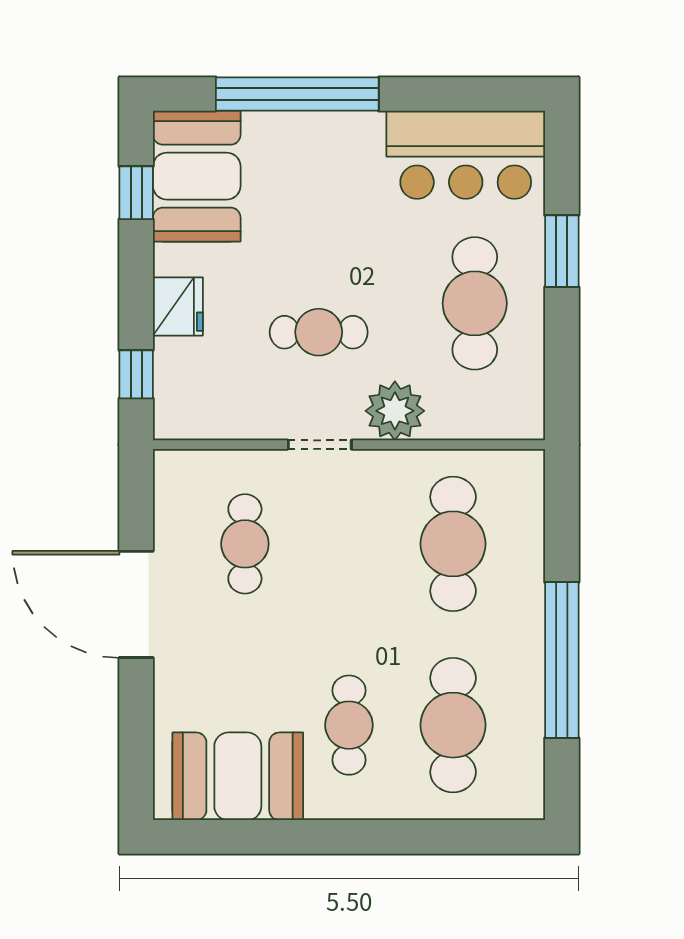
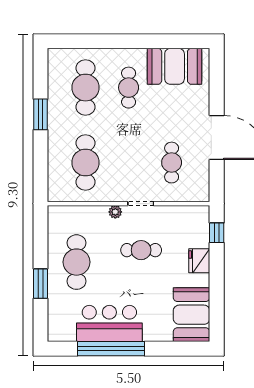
window: (297, 94) -> (111, 349), moved
bar counter: (466, 155) -> (109, 323), moved
window: (136, 193) -> (217, 308), removed
plant: (395, 411) -> (115, 212), width x0.53, depth x0.53
window: (562, 660) -> (40, 114), width x0.47

